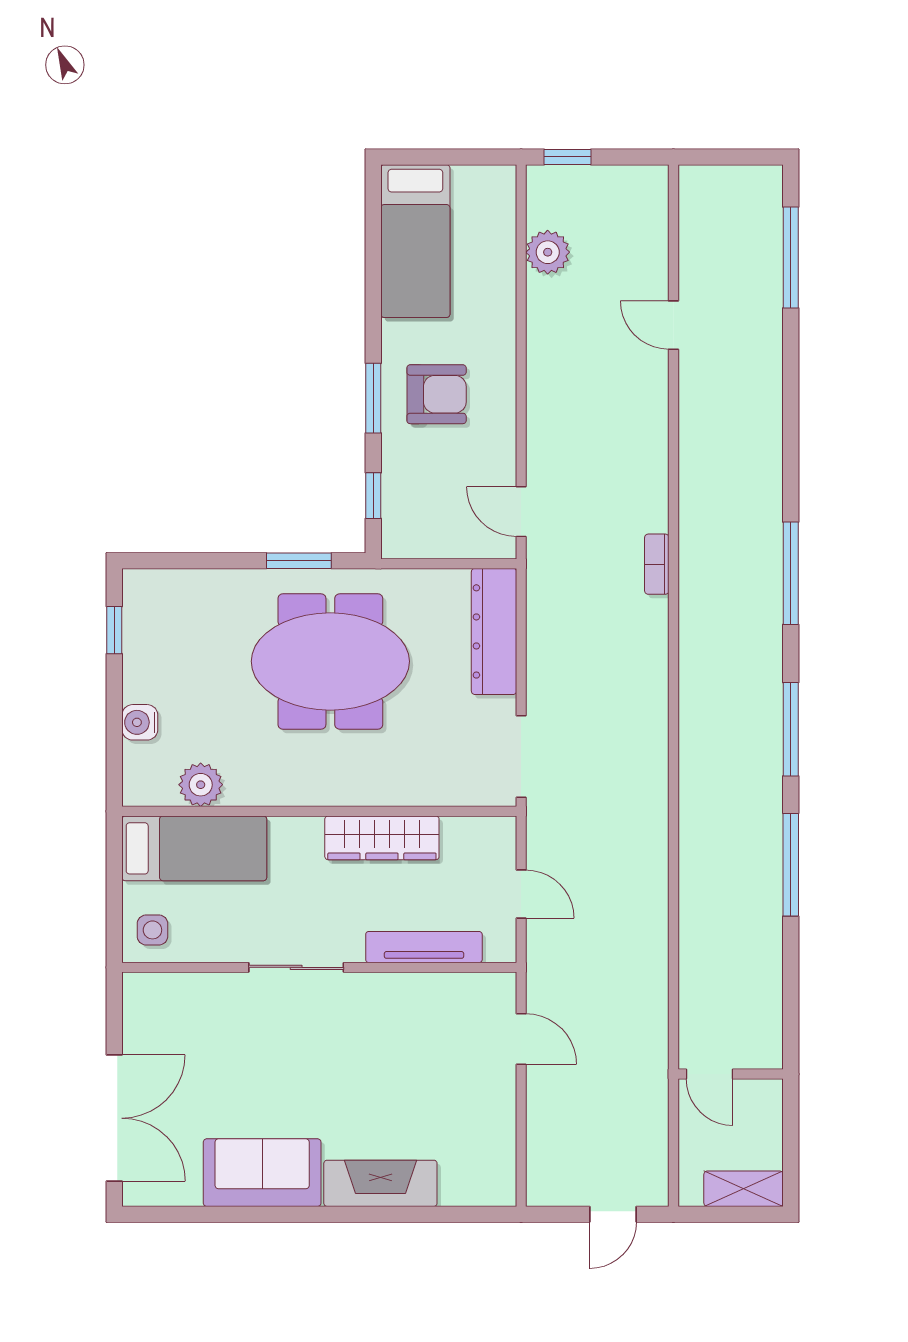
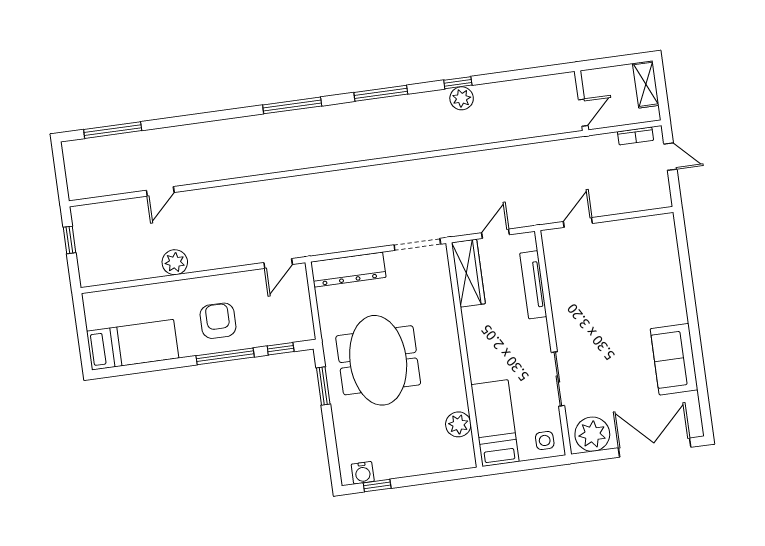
window: (568, 157) -> (69, 240), moved
plant: (548, 252) -> (175, 262), moved
window: (373, 398) -> (225, 356), width x1.44
bookcase: (657, 564) -> (635, 136), moved
water cooler: (140, 722) -> (363, 473), moved
wardrobe: (382, 838) -> (468, 273), moved
window: (791, 865) -> (458, 83), width x0.46
plant: (763, 867) -> (462, 98), added
sliding door: (296, 967) -> (558, 379), moved
plant: (152, 1014) -> (592, 434), added
fireplace: (380, 1183) -> (671, 291), removed

